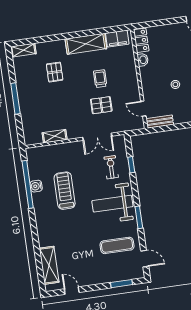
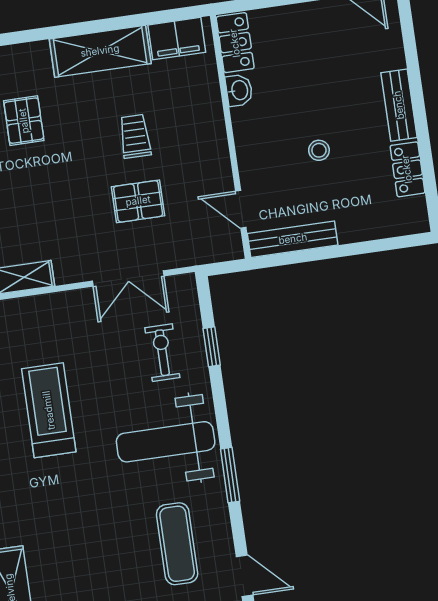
bench: (160, 122) -> (293, 239), width x1.36
exercise mat: (117, 245) -> (177, 544), turned 90

